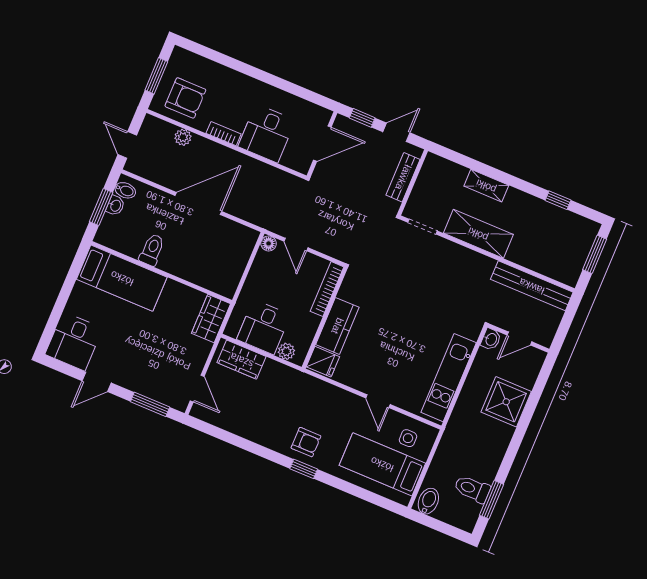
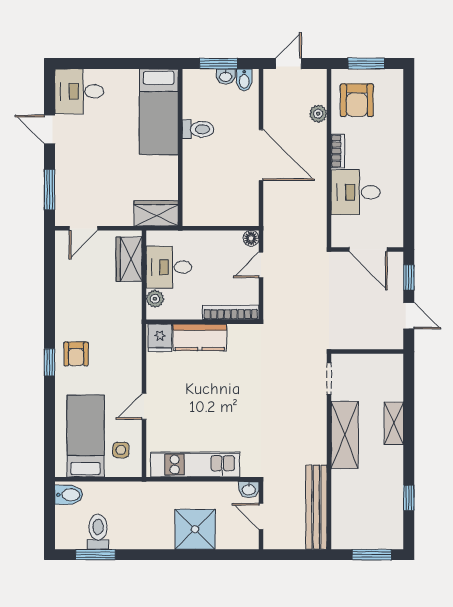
bench: (403, 177) -> (368, 340), removed

